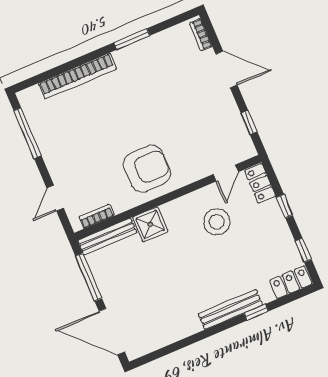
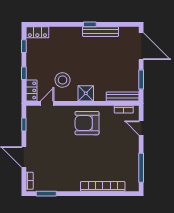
window: (132, 39) -> (46, 194), moved
door: (55, 198) -> (141, 128), swing flipped
shower: (150, 224) -> (86, 93), moved
window: (89, 277) -> (141, 79), width x0.69
bench: (230, 309) -> (100, 32), moved
window: (256, 312) -> (90, 24), moved

